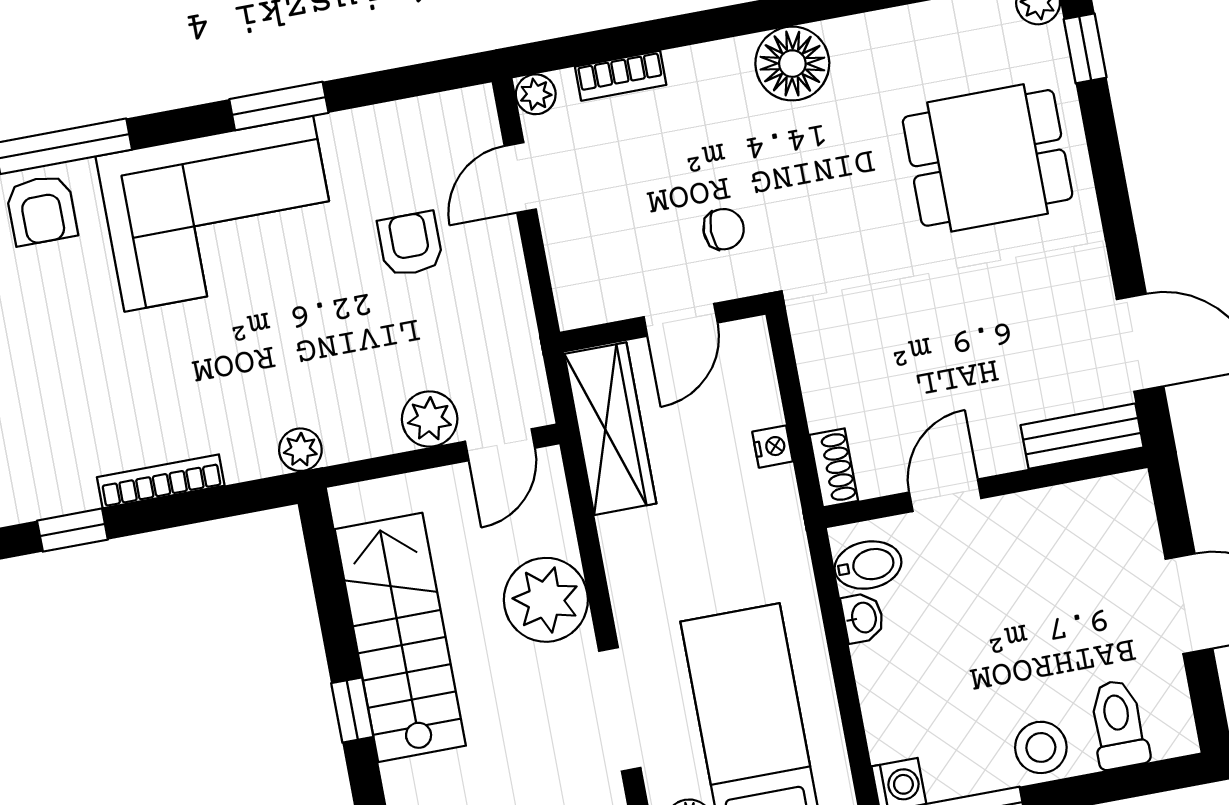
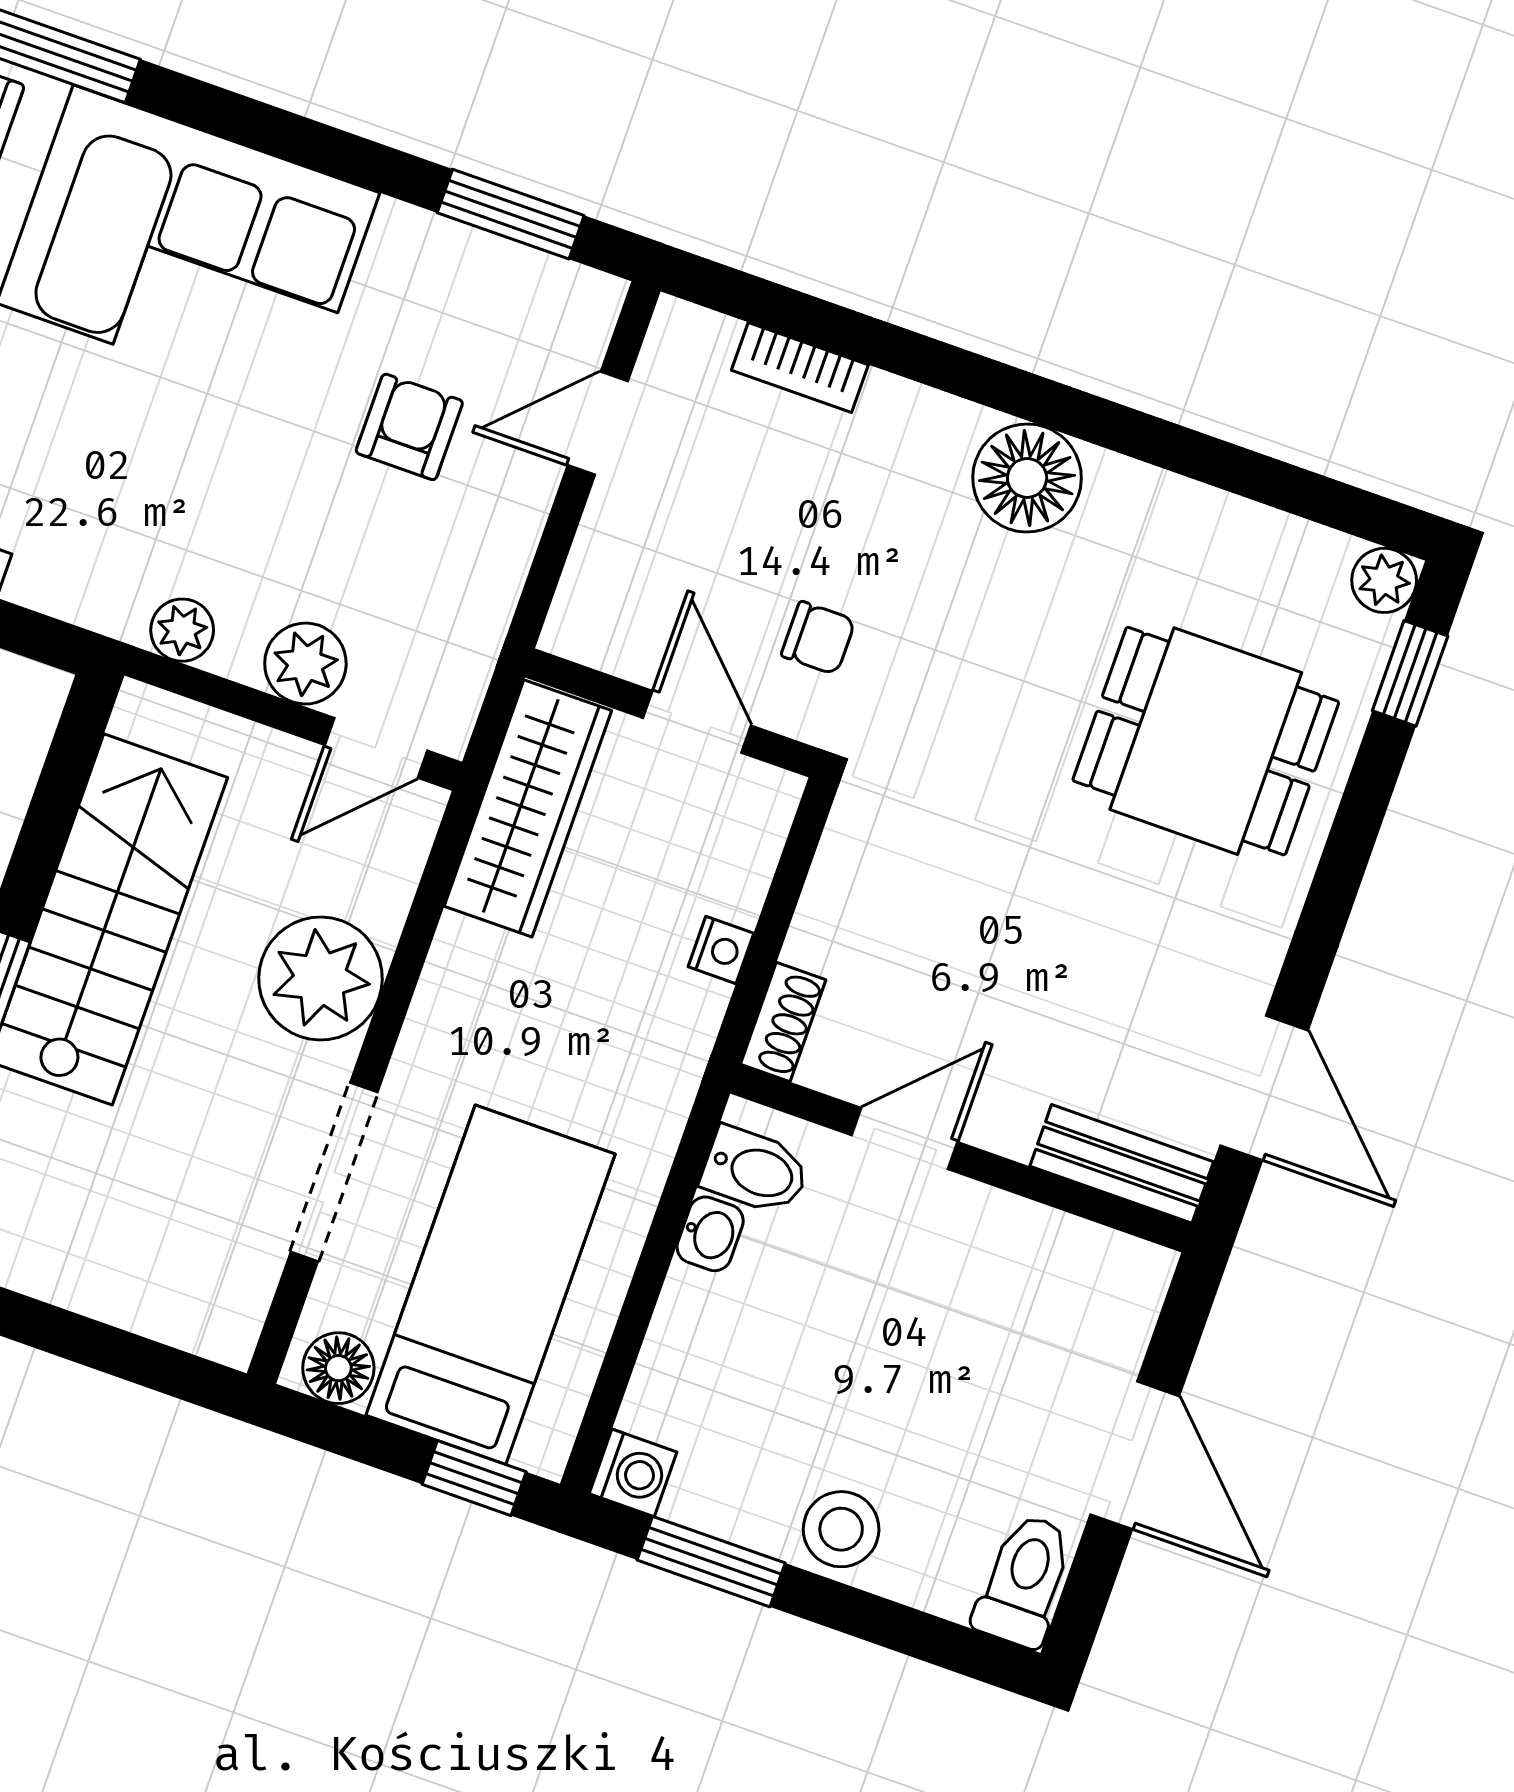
plant: (536, 94) -> (678, 329), removed
window: (279, 106) -> (511, 214), moved
door: (681, 320) -> (697, 722), swing flipped
plant: (300, 450) -> (182, 630), moved
toilet: (1118, 724) -> (1024, 1581), moved

